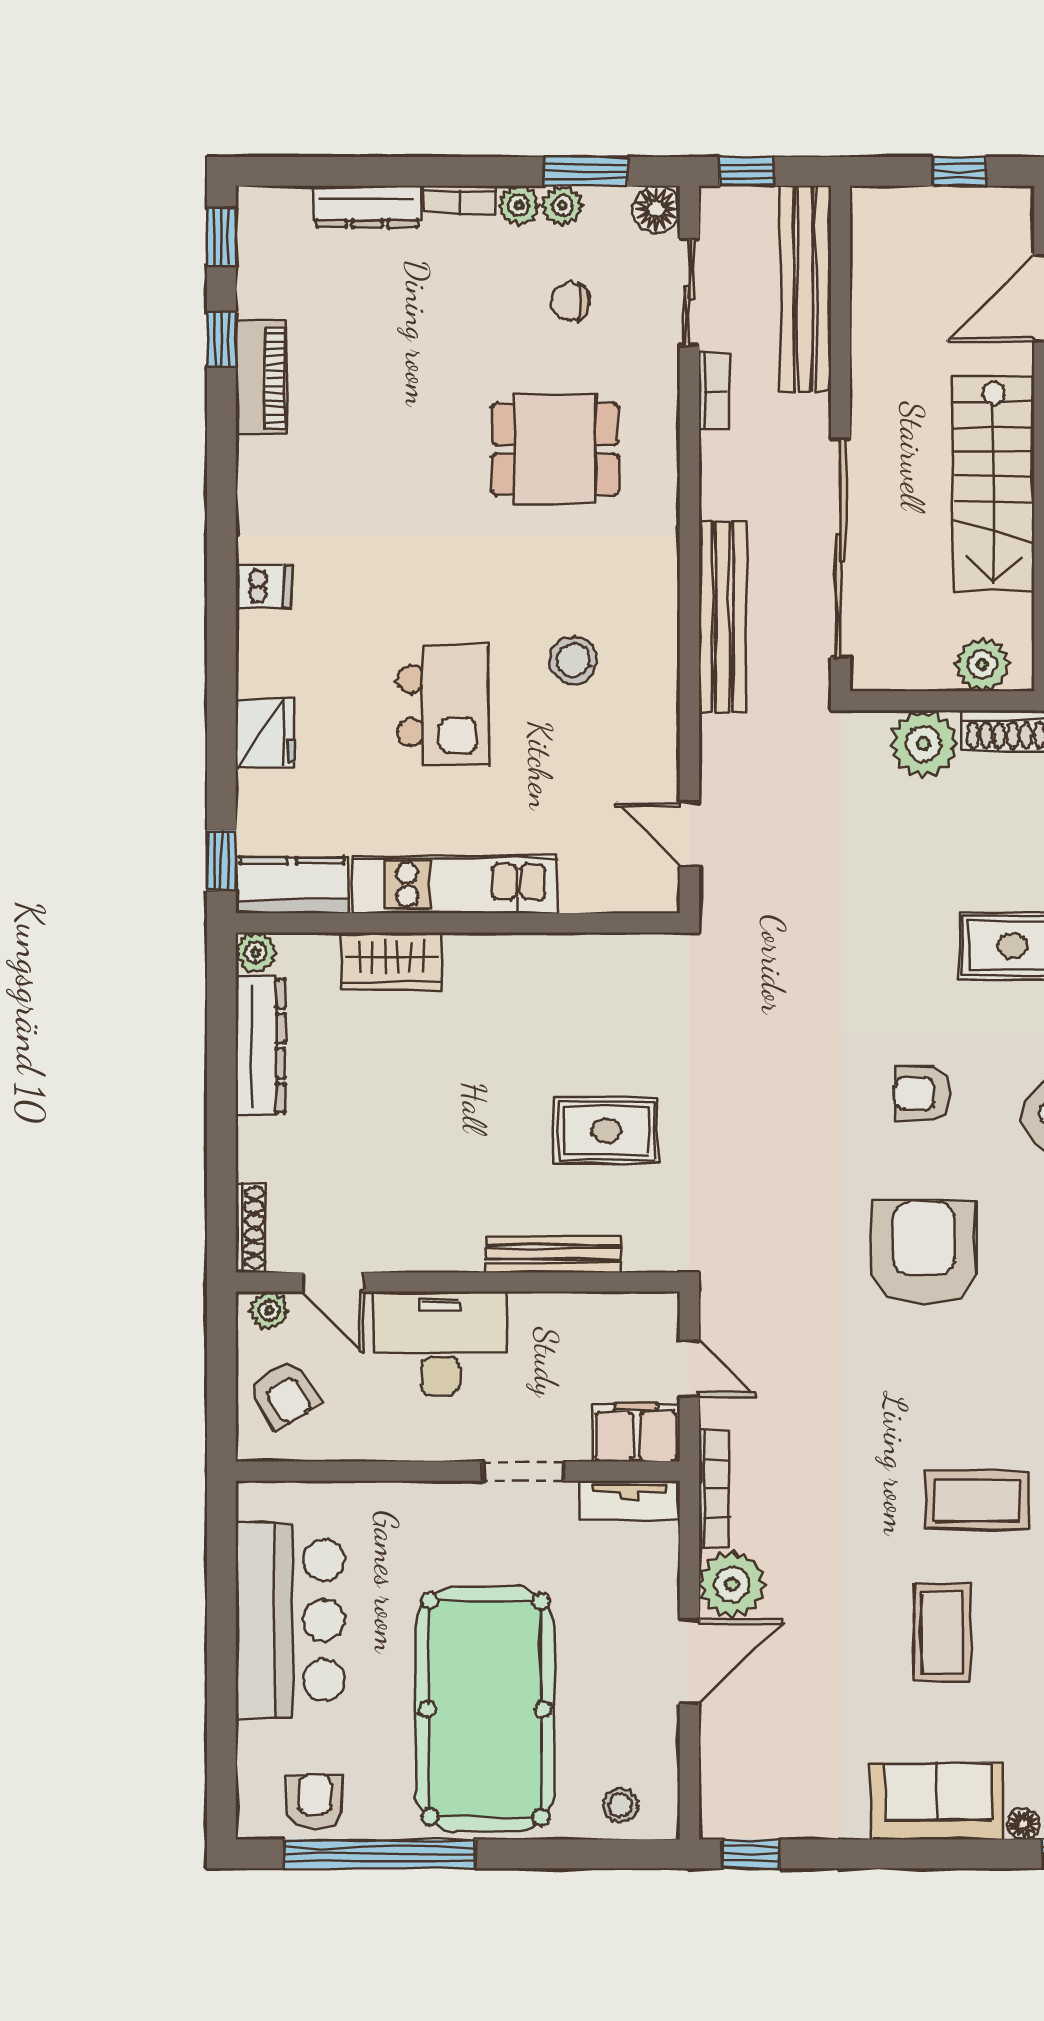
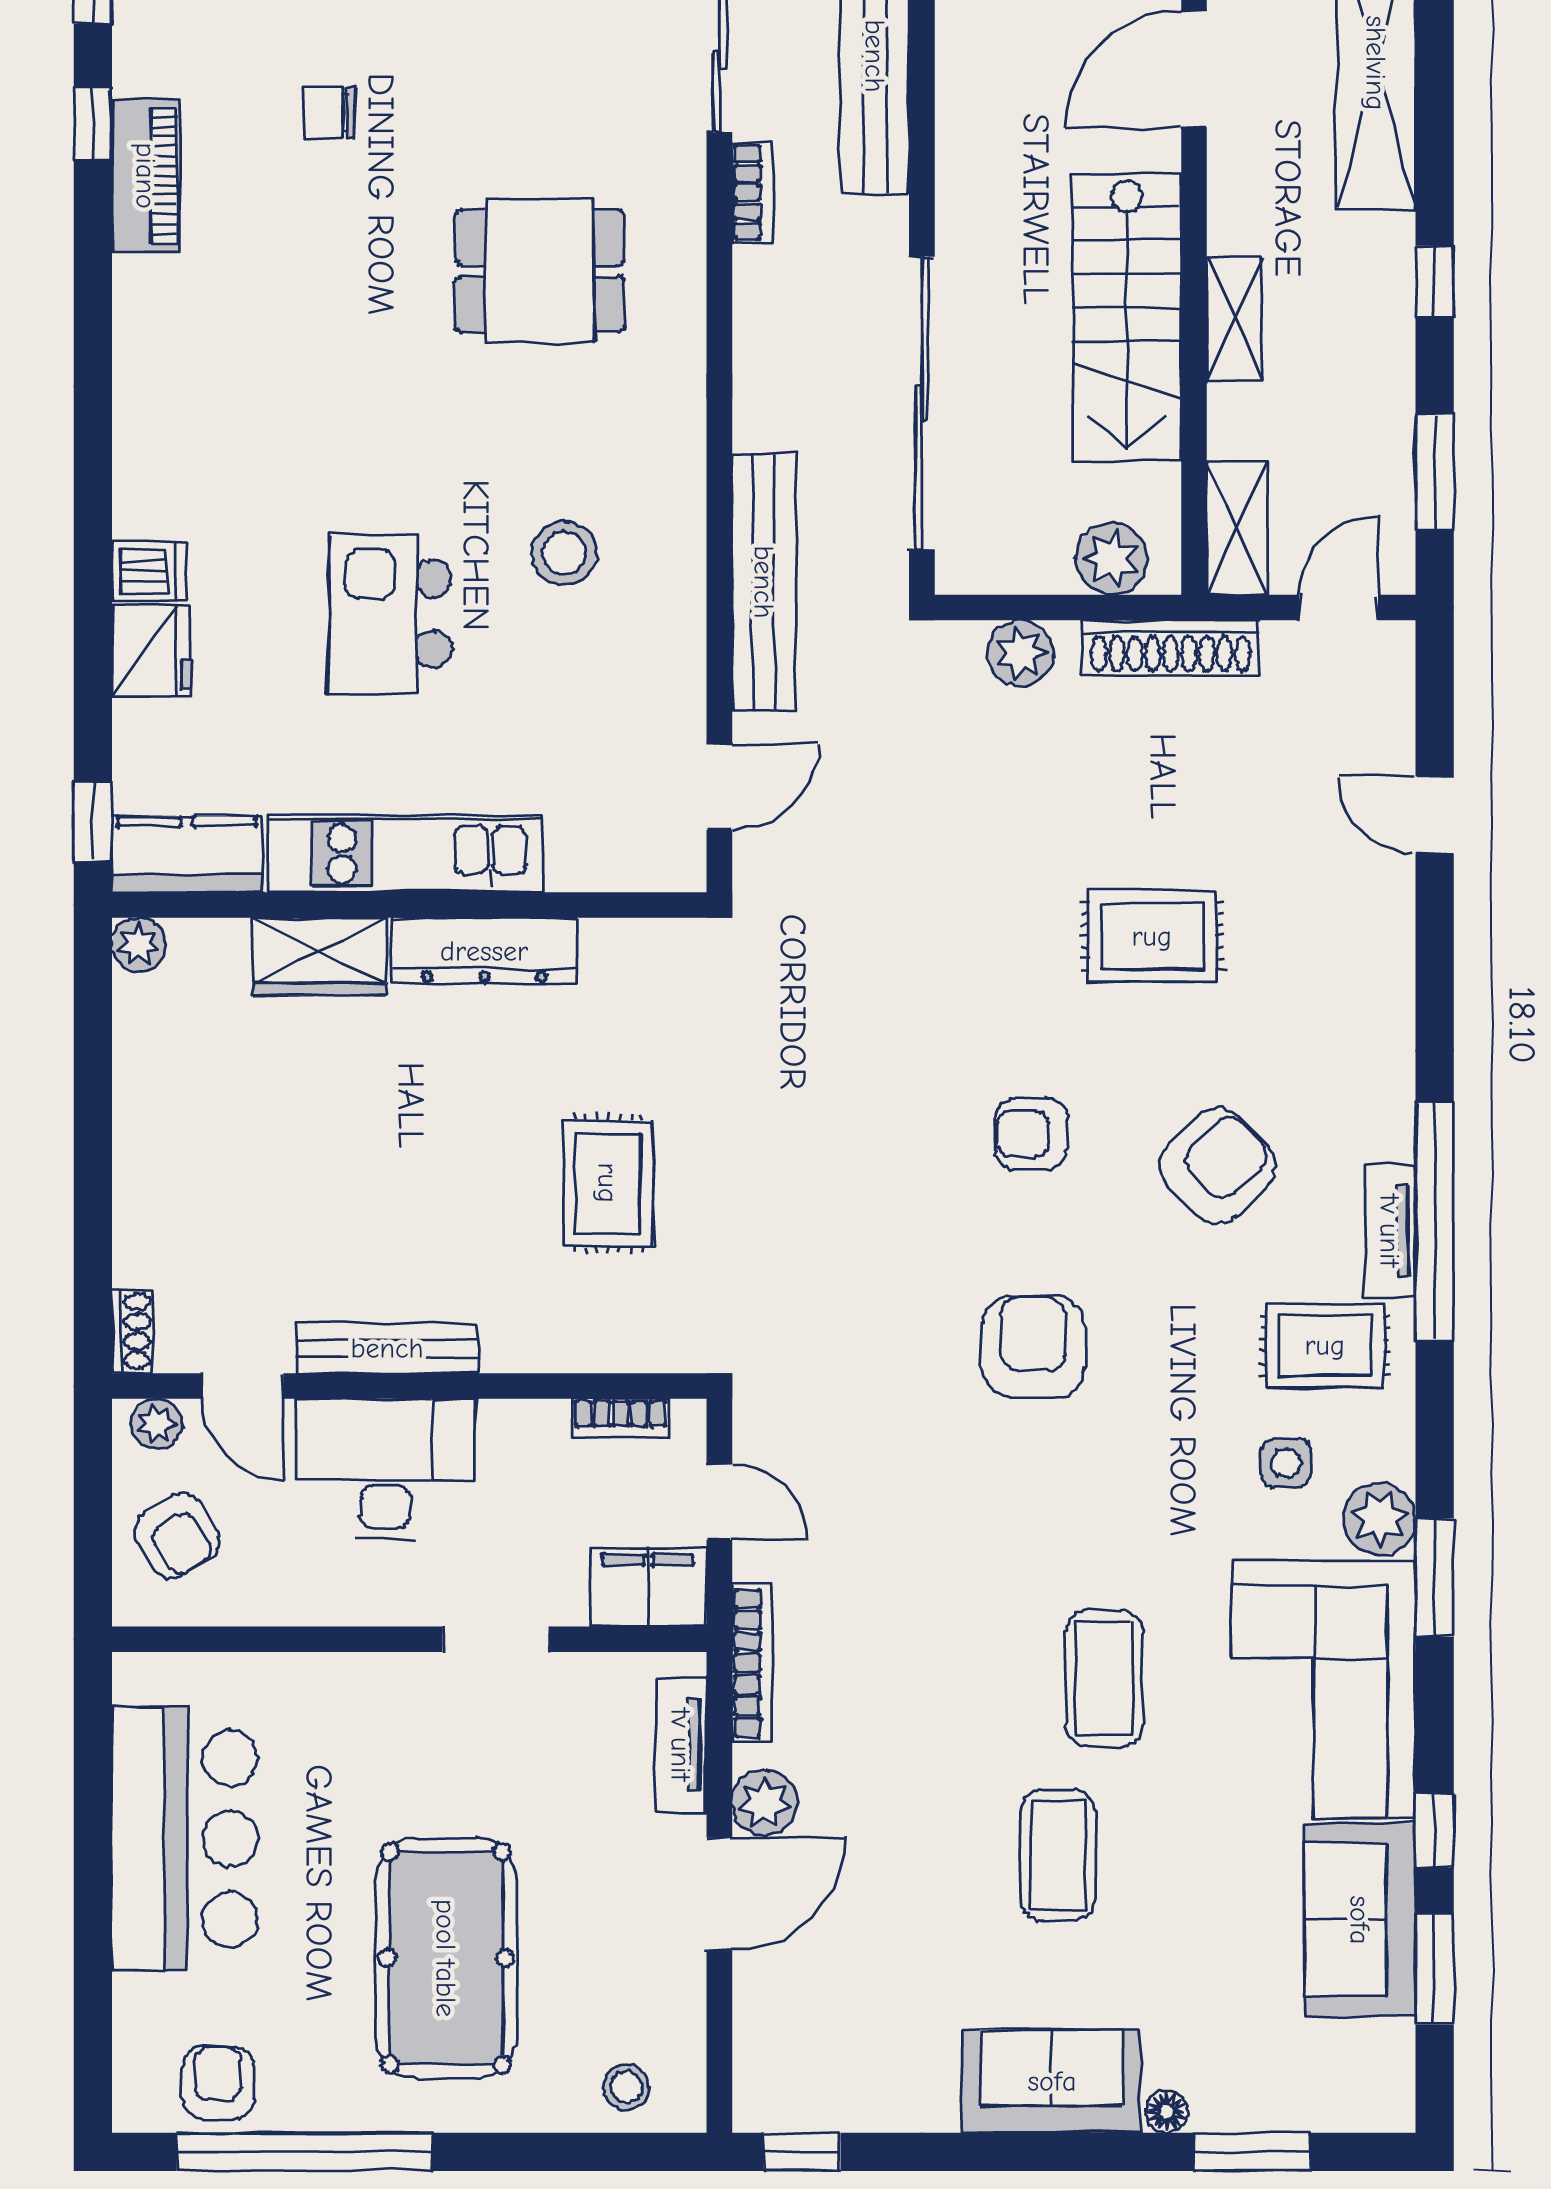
chair: (570, 302) -> (329, 112), moved
dishwasher: (263, 586) -> (149, 571), moved
bench: (723, 617) -> (764, 582), moved
kitchen island: (443, 705) -> (390, 614), turned 180
plant: (923, 744) -> (1021, 653), width x0.73, depth x0.73
door: (689, 834) -> (719, 787), swing flipped
dresser: (260, 1046) -> (484, 951), moved, turned 90
rug: (606, 1131) -> (608, 1183), turned 90
shoe rack: (251, 1228) -> (132, 1331), width x0.70
armchair: (924, 1253) -> (1033, 1347), width x0.73, depth x0.73
bench: (554, 1254) -> (387, 1348), moved
bookcase: (616, 1306) -> (621, 1418), added
tv unit: (629, 1500) -> (681, 1745), moved, turned 90
coffee table: (977, 1500) -> (1104, 1678), turned 90
plant: (732, 1584) -> (765, 1803), width x0.73, depth x0.73
pool table: (485, 1709) -> (446, 1958), width x0.73, depth x0.76

